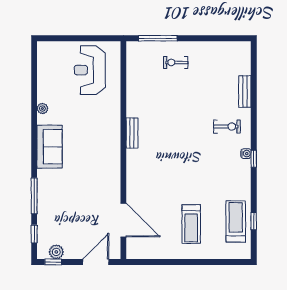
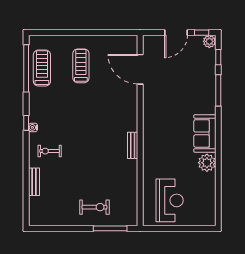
exercise bike: (176, 62) -> (94, 207), width x1.38, depth x1.39
plant: (42, 108) -> (207, 163), width x1.88, depth x1.88
window: (254, 221) -> (26, 68), width x3.17
treadmill: (236, 222) -> (42, 68), turned 180
plant: (56, 252) -> (209, 41), moved
door: (96, 262) -> (176, 33), moved

